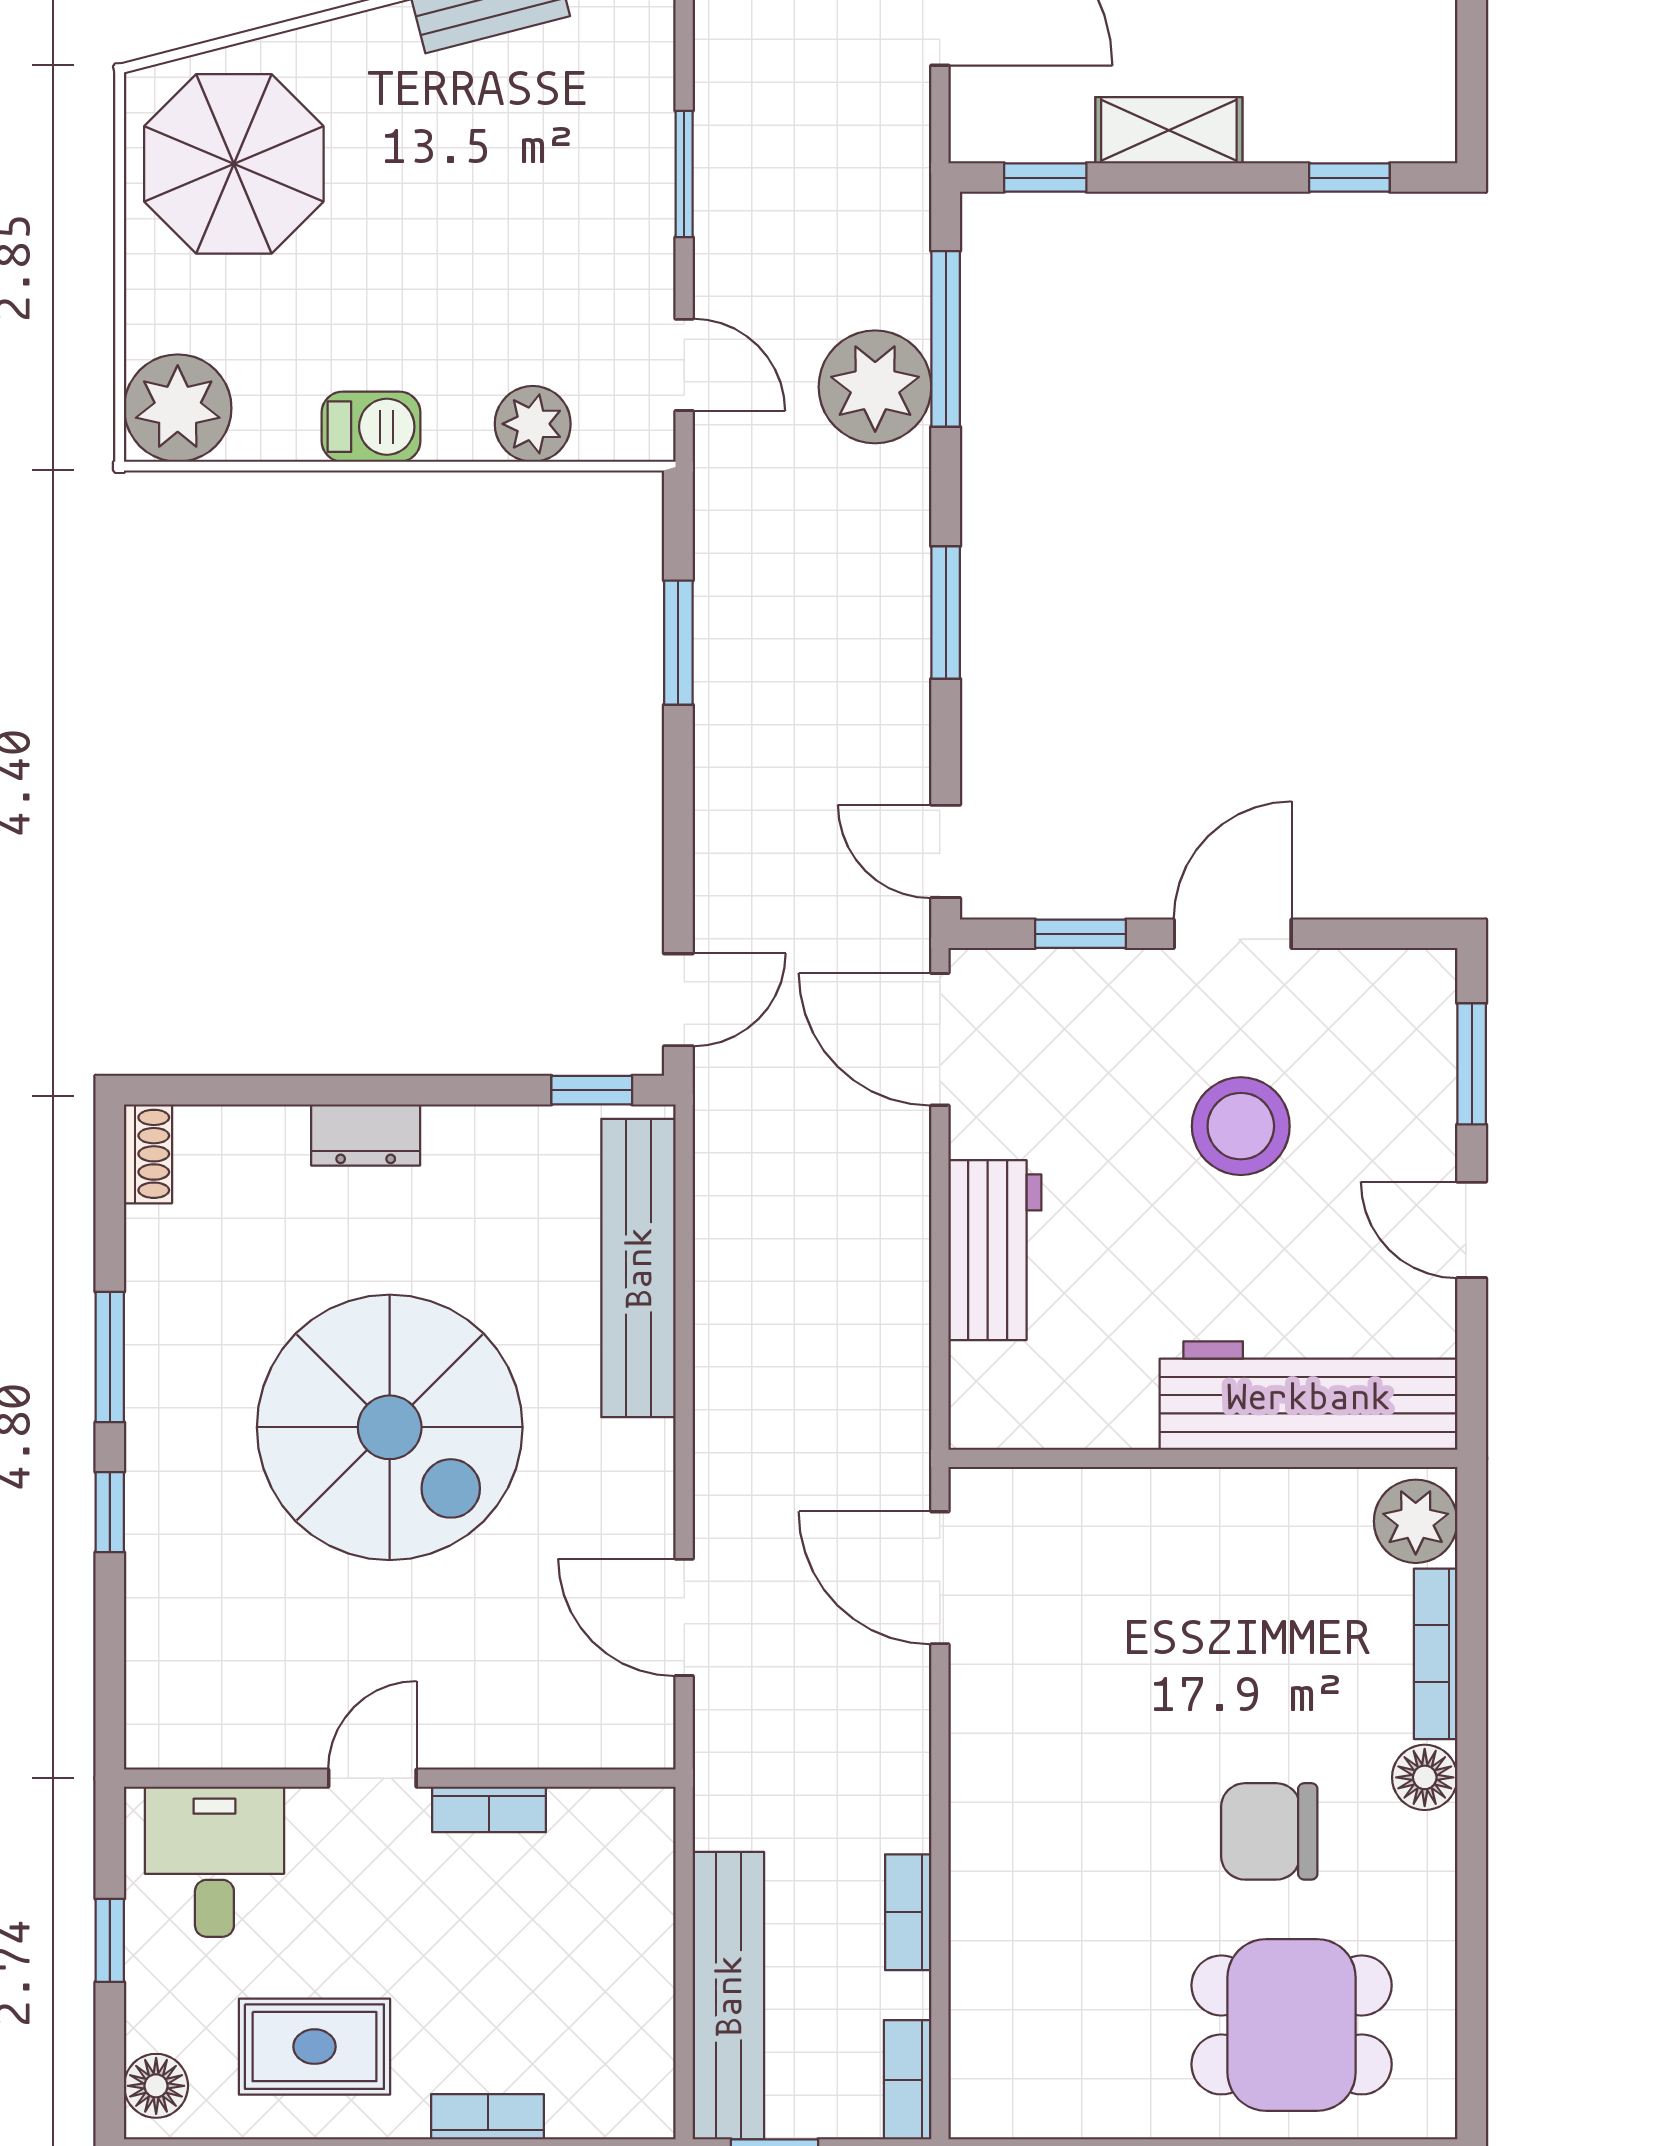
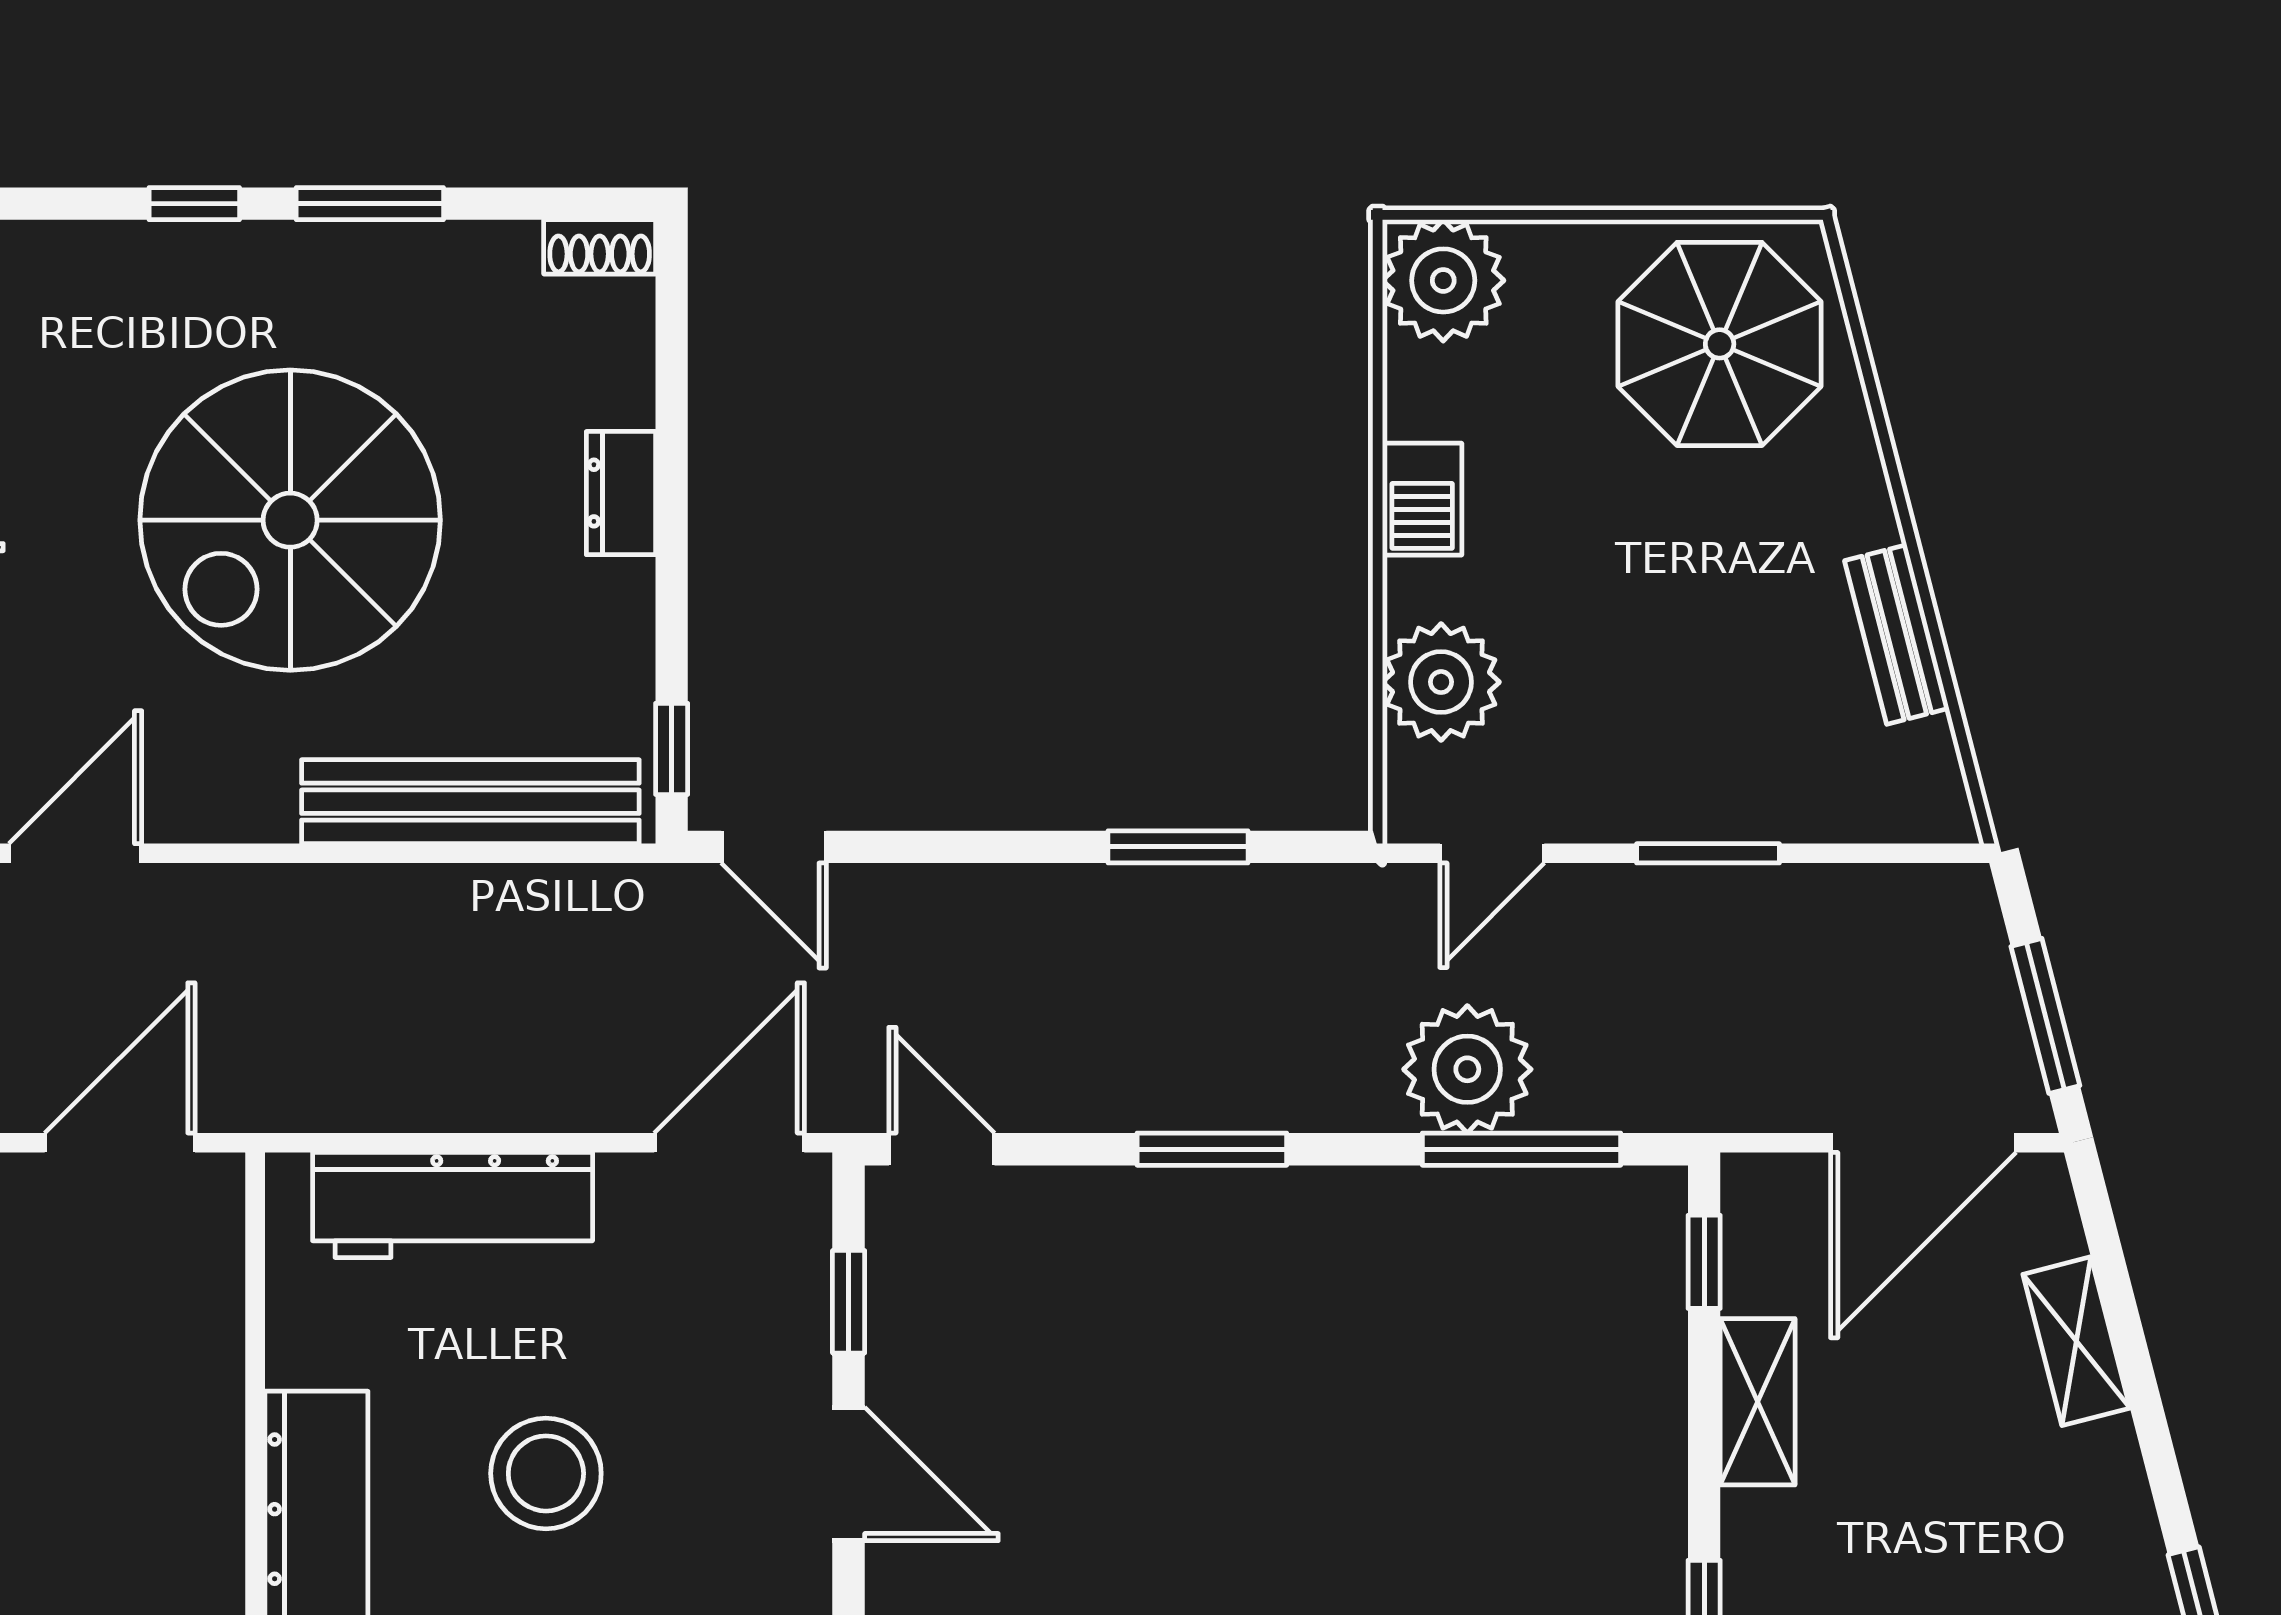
plant: (533, 424) -> (1441, 682), width x1.36, depth x1.36
door: (946, 851) -> (942, 1149), hinge flipped
stool: (1241, 1126) -> (546, 1473), moved
workbench: (995, 1250) -> (453, 1205), width x1.38

